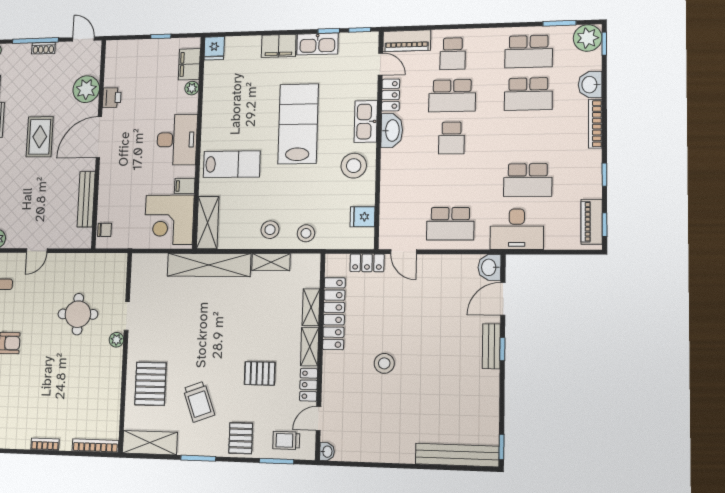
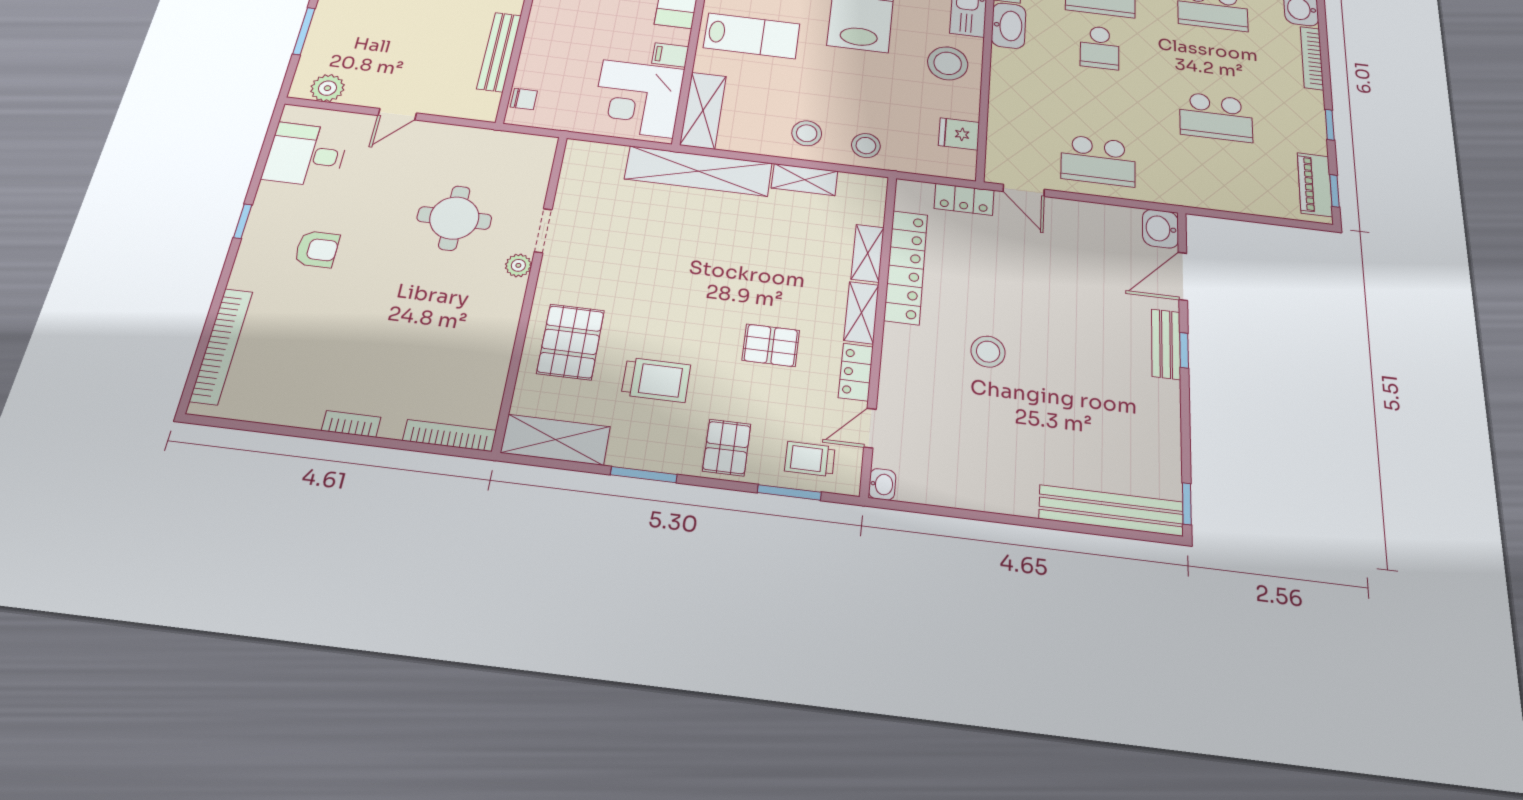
desk: (517, 229) -> (1202, 181), removed
trolley: (199, 402) -> (656, 380), turned -70

